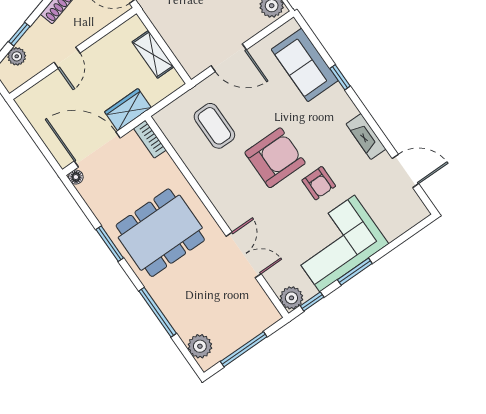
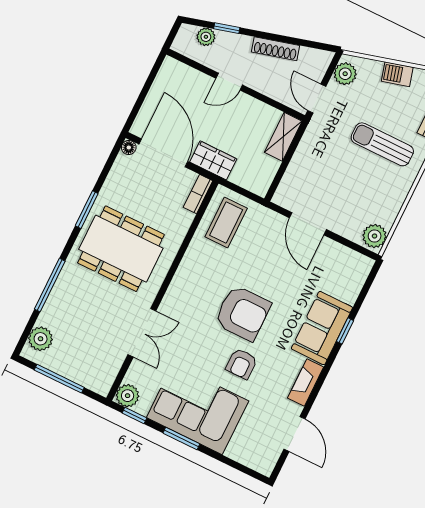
shelving: (153, 54) -> (283, 137), moved
sofa: (305, 65) -> (322, 328), moved
coffee table: (214, 126) -> (226, 223), moved

